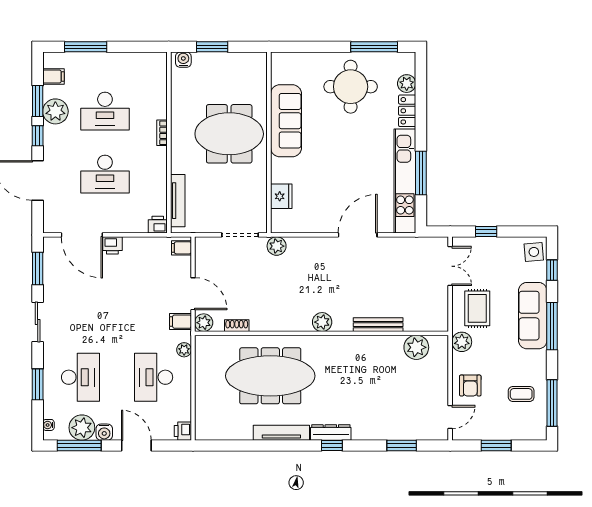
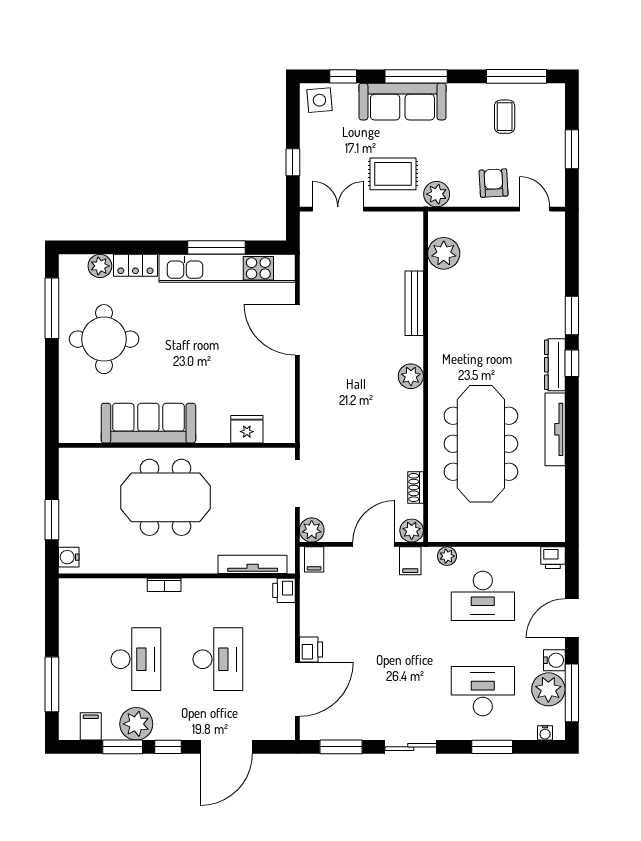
meeting table: (229, 134) -> (165, 497), turned 90
plant: (277, 246) -> (312, 530), moved
armchair: (470, 386) -> (494, 183), turned -93
window: (402, 446) -> (572, 315), moved

